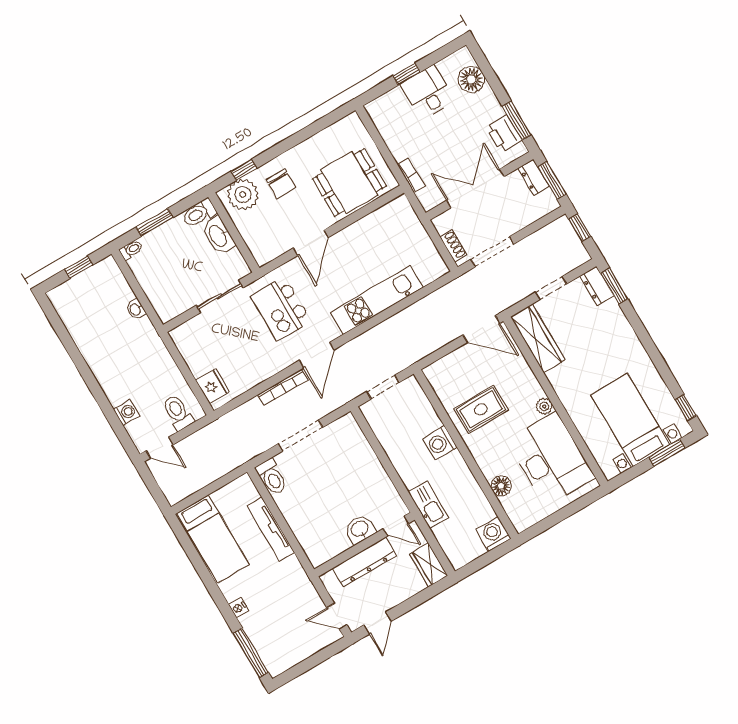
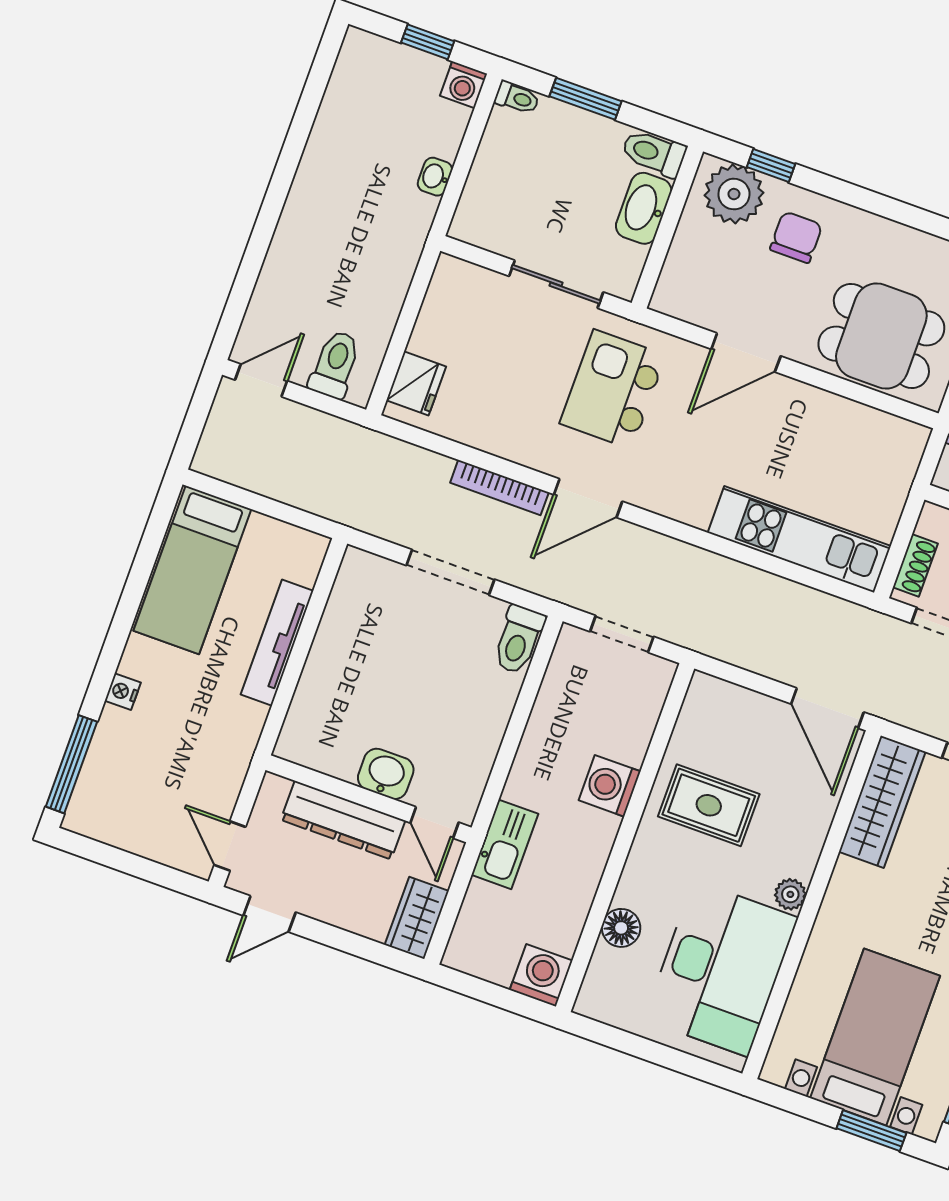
chair: (281, 184) -> (796, 237), turned 180
kitchen unit: (377, 300) -> (799, 539), moved
washing machine: (126, 412) -> (464, 85), moved, turned 90
door: (159, 448) -> (261, 380), swing flipped
toilet: (272, 477) -> (519, 640), moved

